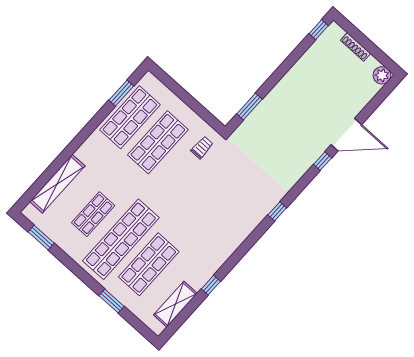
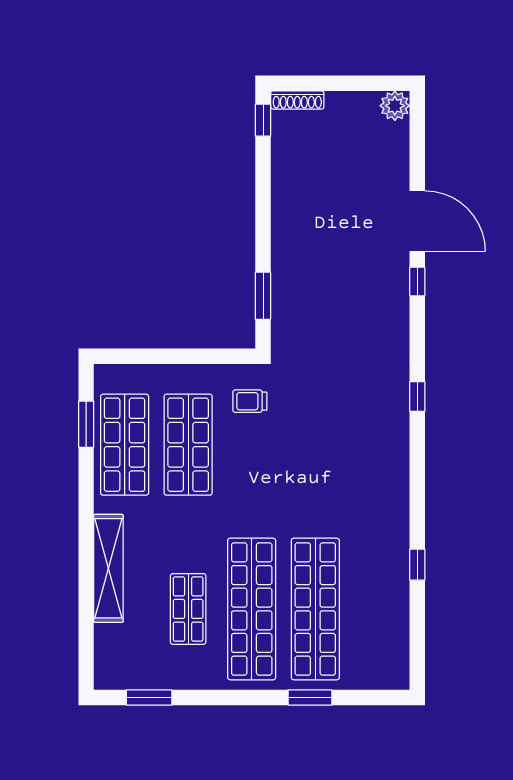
shoe rack: (356, 47) -> (297, 100), moved
door: (346, 135) -> (417, 221), hinge flipped
trolley: (202, 148) -> (250, 401), turned -90
shelving: (57, 184) -> (108, 568), moved
shop shelf: (149, 264) -> (315, 609), width x1.40
shelving: (175, 304) -> (394, 629), removed

